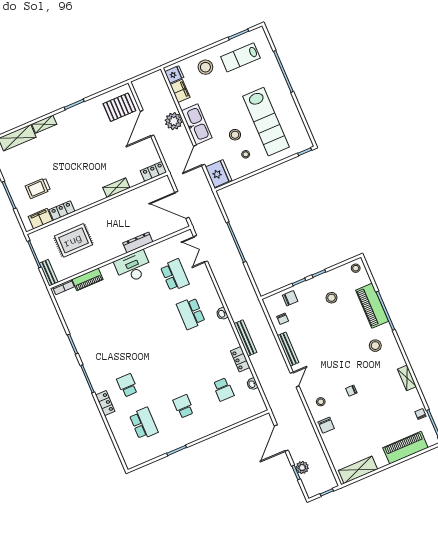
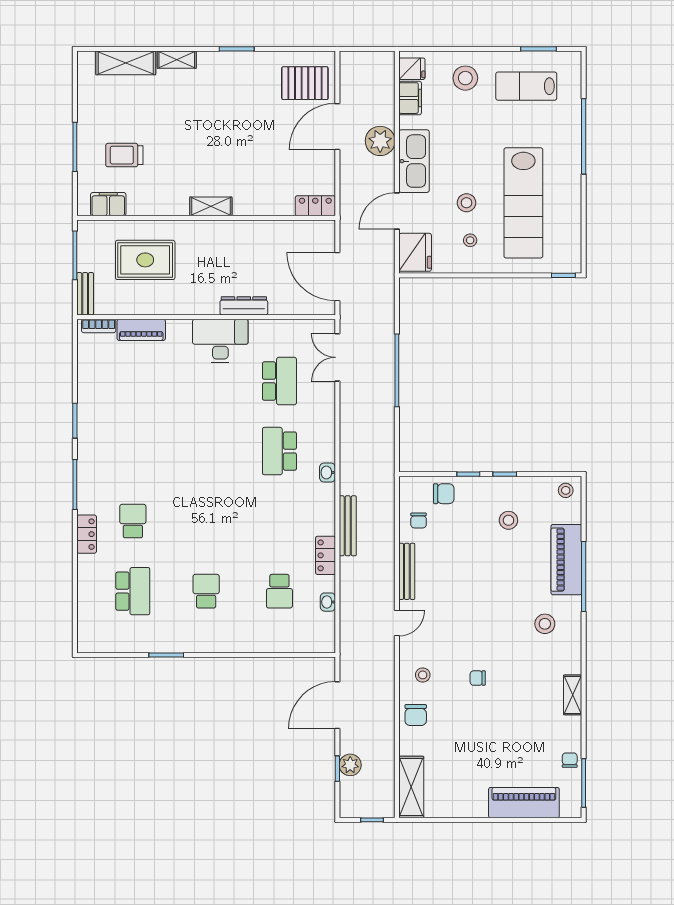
shelving: (116, 188) -> (211, 206), moved
locker: (62, 211) -> (147, 206), removed
shelving: (358, 470) -> (411, 787), moved, turned 90

